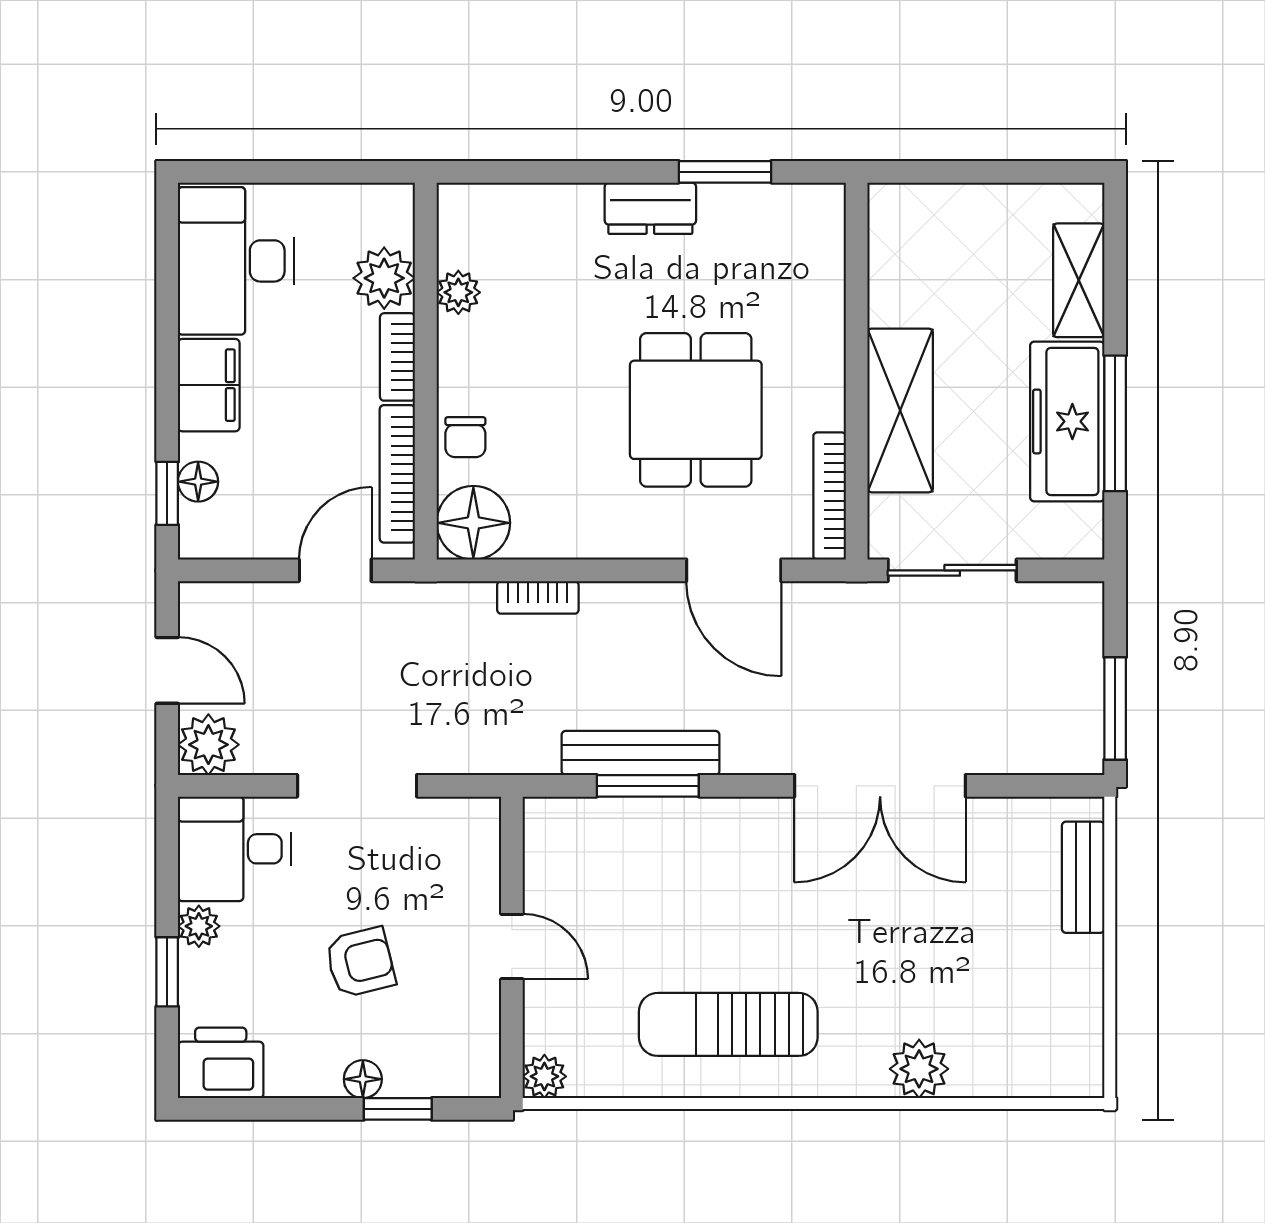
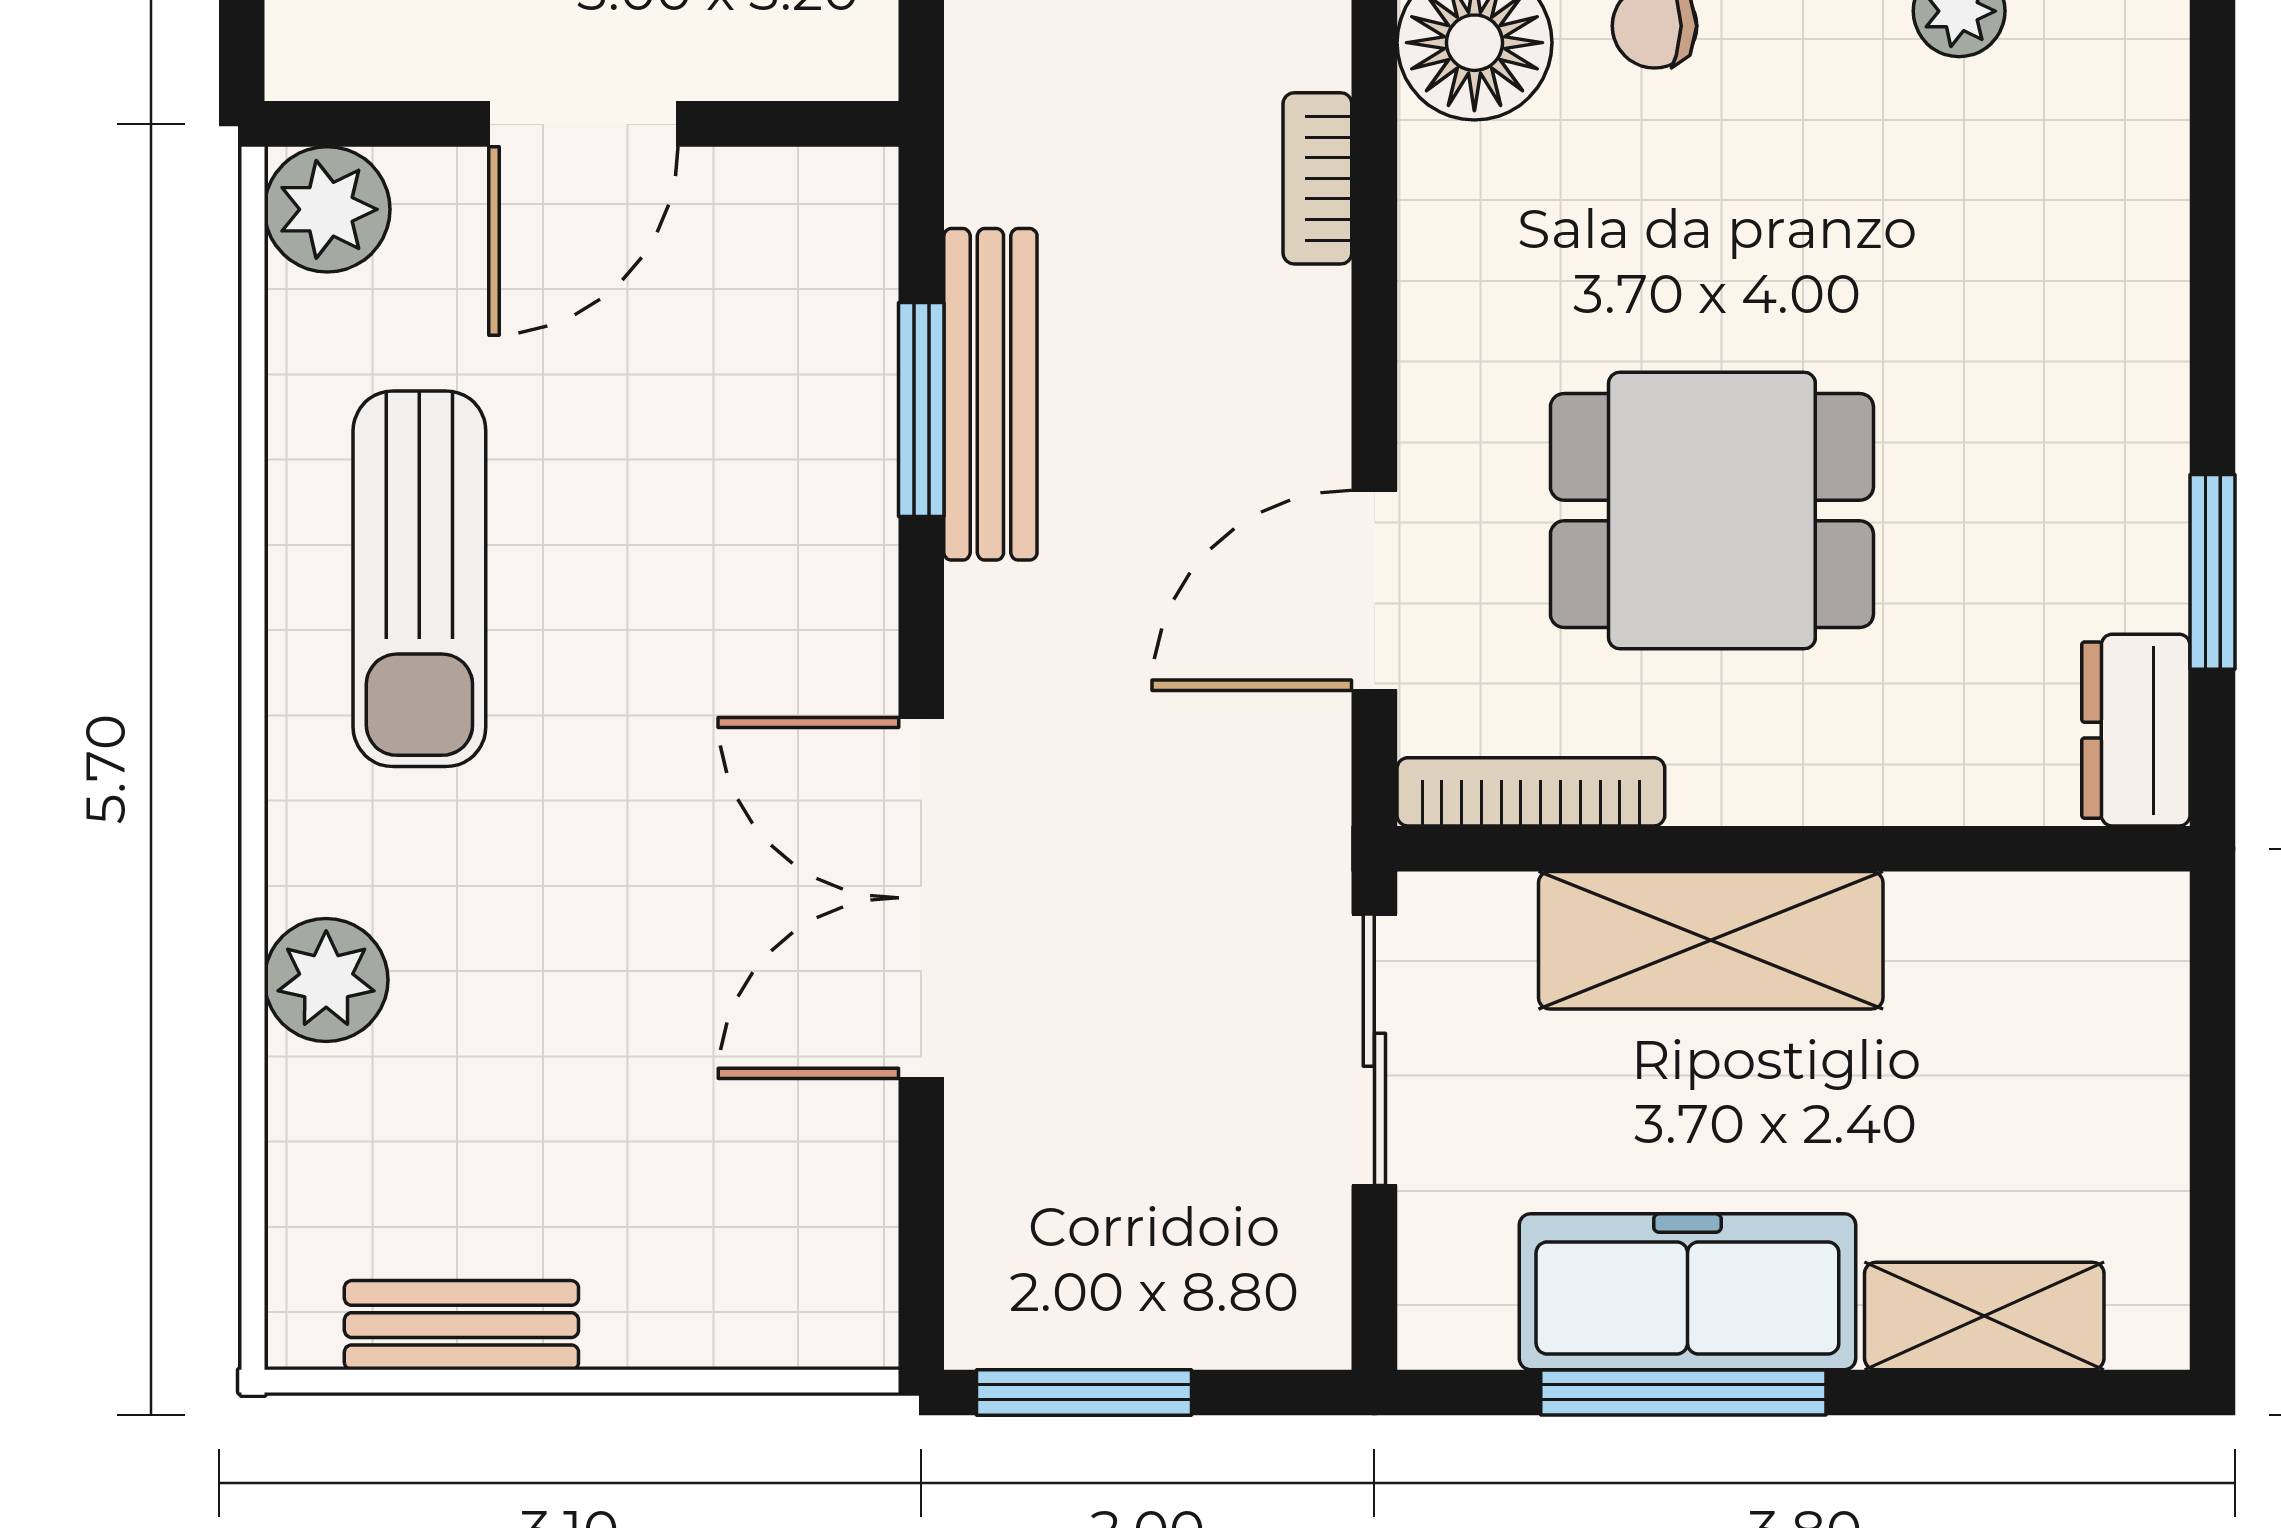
dresser: (650, 208) -> (2136, 730), moved
bench: (1083, 877) -> (461, 1325), moved
door: (512, 947) -> (583, 124), width x1.38
sun lounger: (728, 1024) -> (419, 579), turned 180
plant: (544, 1076) -> (327, 209), width x1.38, depth x1.38

